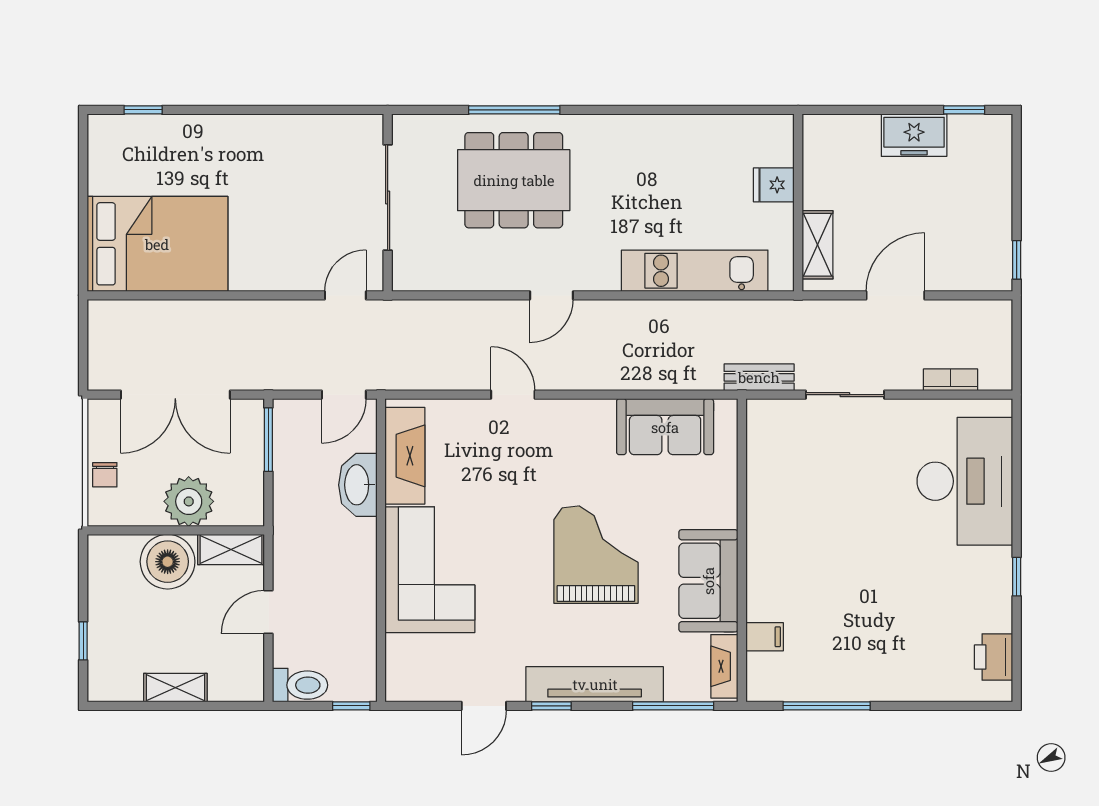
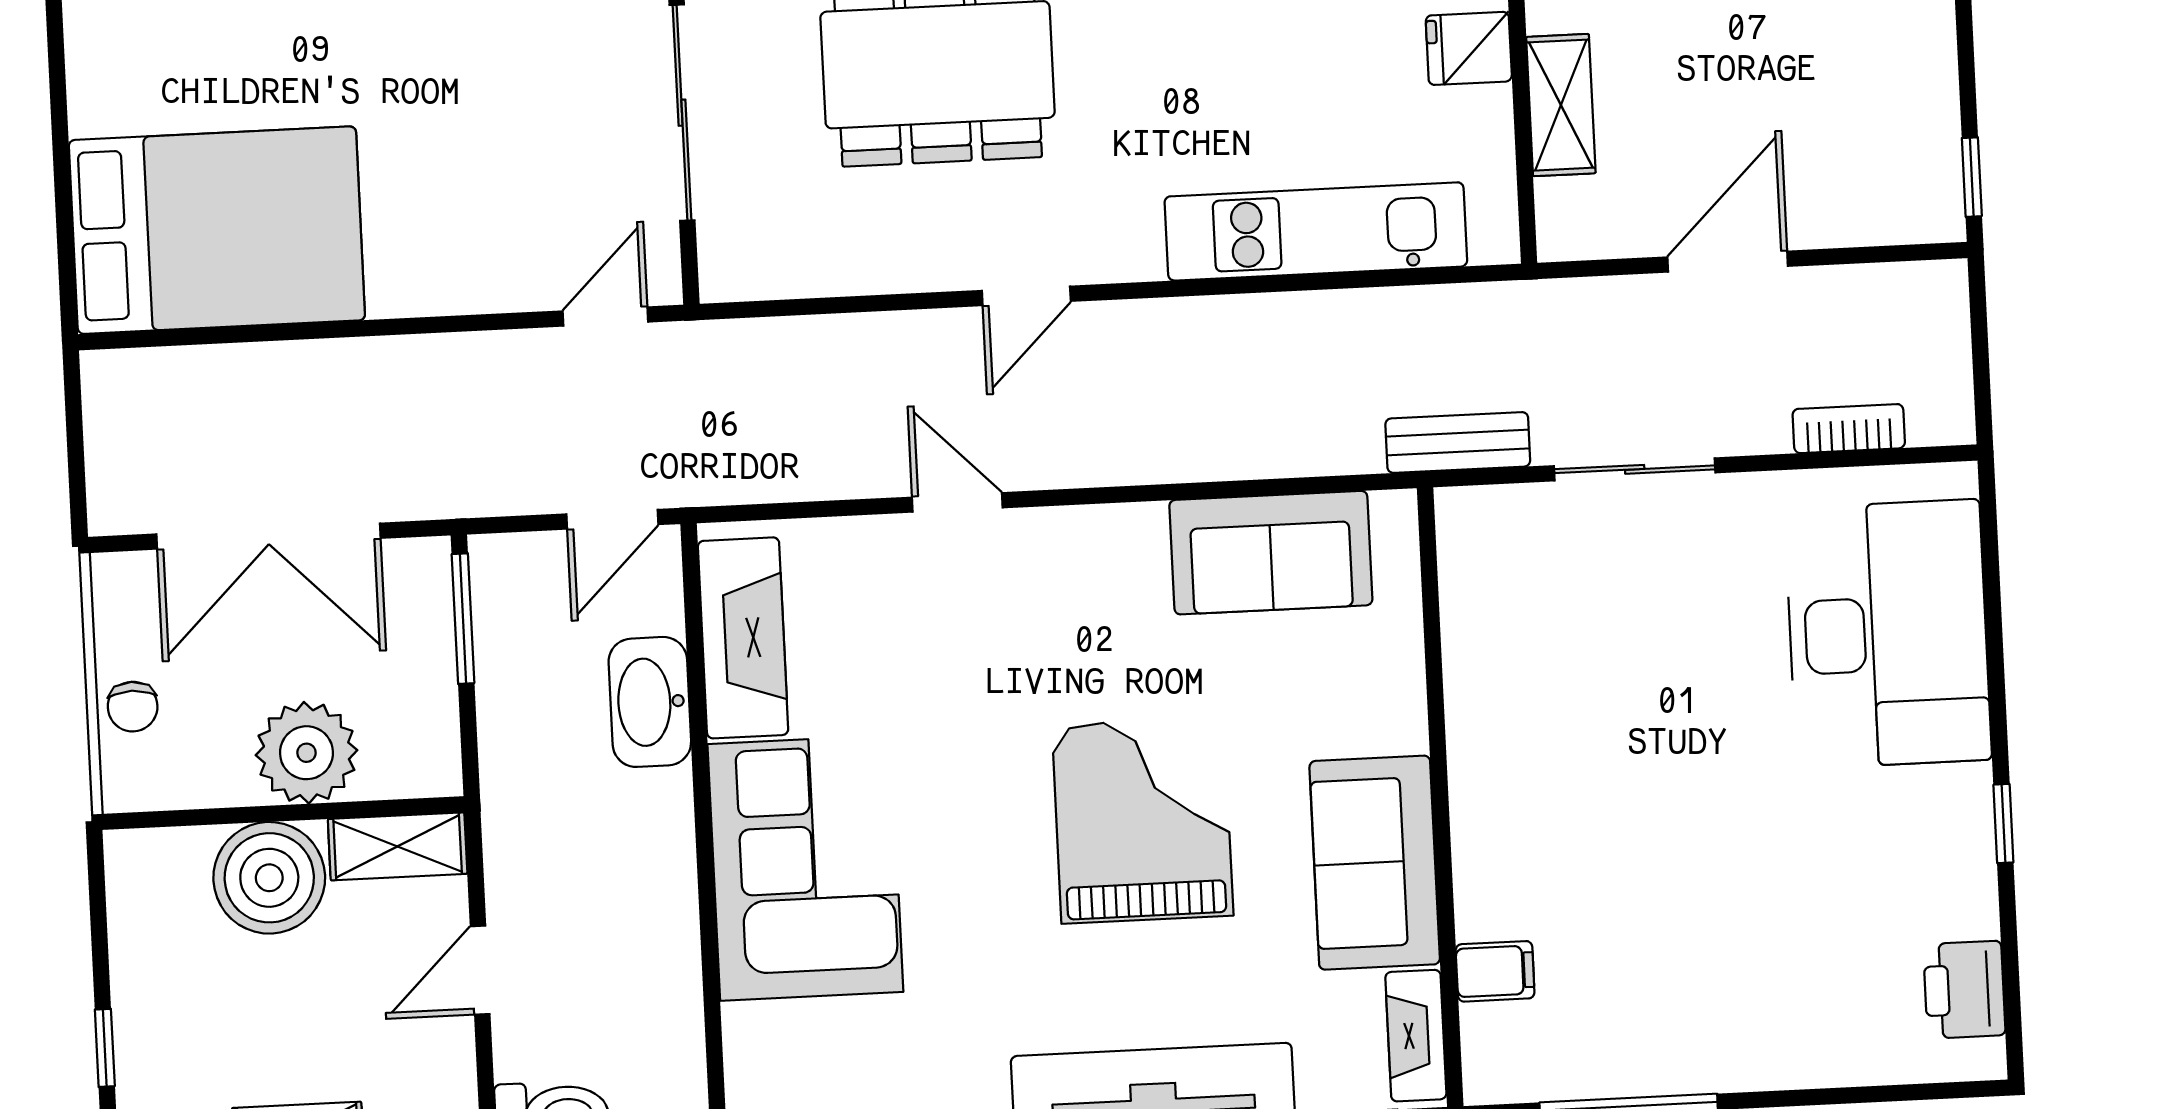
shelving: (818, 245) -> (1561, 105), moved

